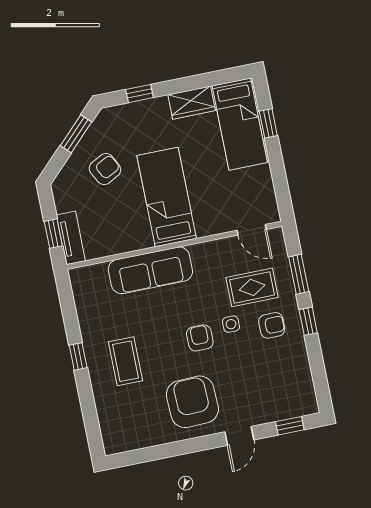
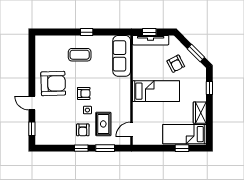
tv unit: (71, 238) -> (151, 40), width x1.41
sofa: (150, 270) -> (122, 56), moved

